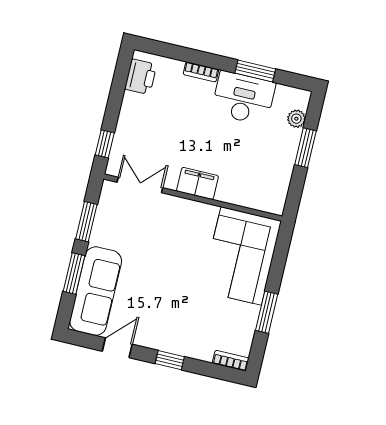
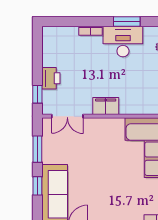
printer: (141, 77) -> (51, 78), moved
double door: (140, 185) -> (67, 116), swing flipped
window: (74, 274) -> (37, 186), width x0.67

